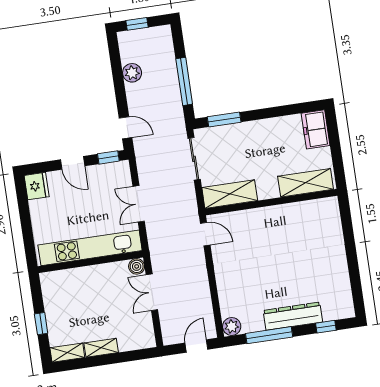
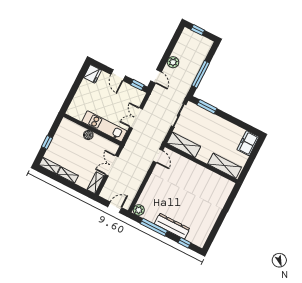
plant: (132, 73) -> (173, 62), moved
kitchen unit: (90, 248) -> (104, 126), width x0.73
boiler: (137, 266) -> (88, 135), moved
shelving: (147, 331) -> (96, 183), added

